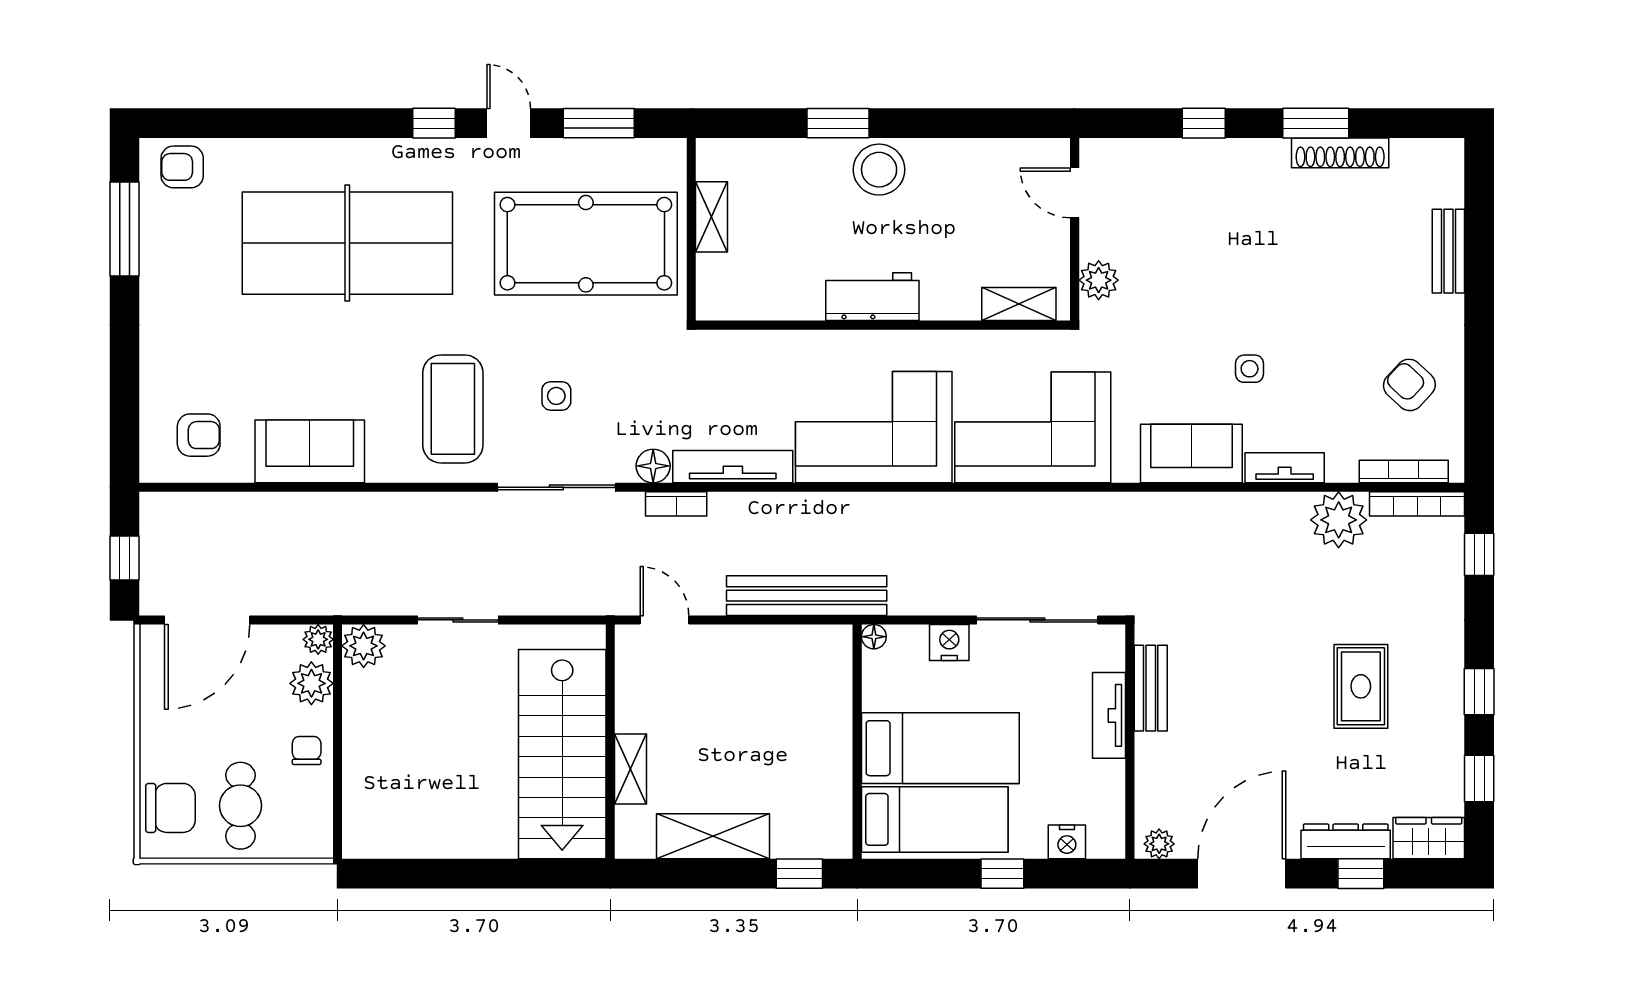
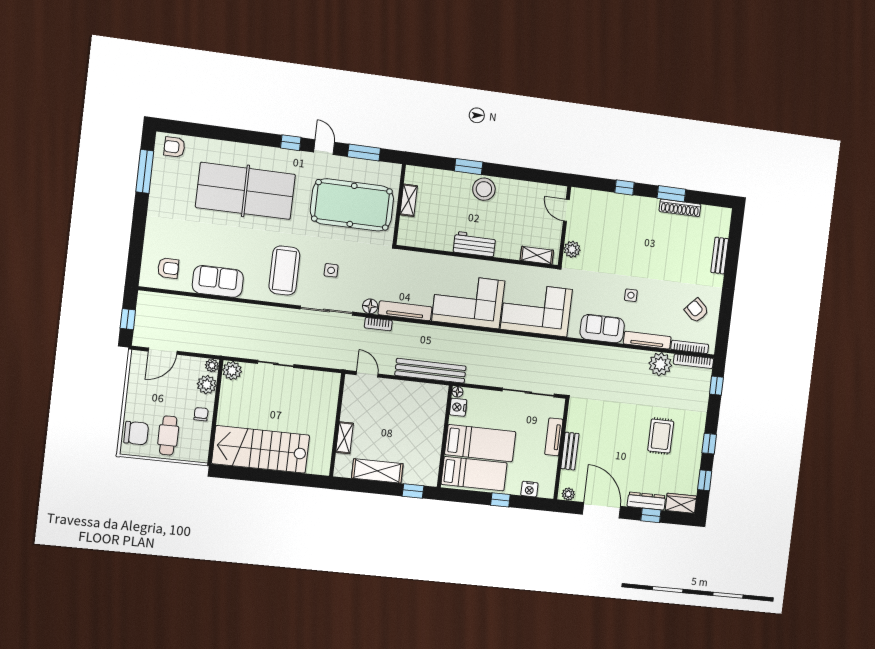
tv unit: (1285, 468) -> (647, 340), width x1.41
door: (207, 620) -> (163, 351), width x0.73
nightstand: (949, 642) -> (458, 407), moved, turned -90
bench: (1151, 688) -> (570, 451), moved
stairs: (562, 754) -> (261, 449), moved, turned 90
door: (1242, 874) -> (601, 510), hinge flipped

